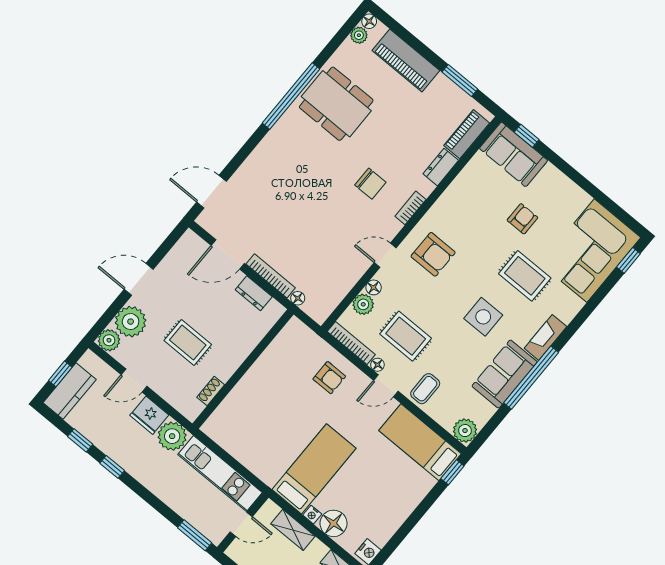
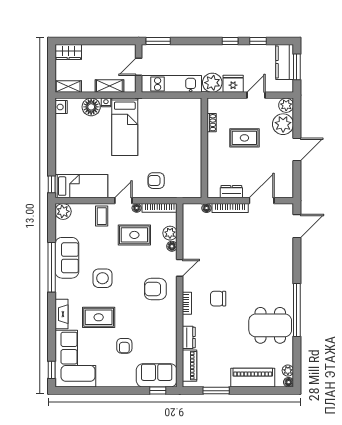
fireplace: (545, 337) -> (61, 314), moved
window: (60, 374) -> (297, 67), width x1.50

